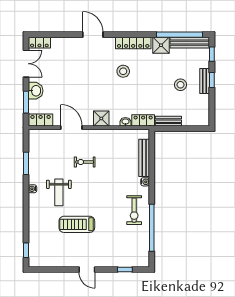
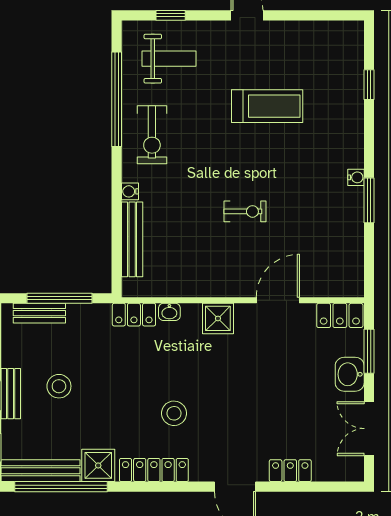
locker: (39, 43) -> (290, 471), moved
bench: (168, 121) -> (39, 313), moved
door: (71, 128) -> (278, 300), swing flipped
window: (180, 129) -> (59, 298), added
exercise bike: (85, 162) -> (245, 211), moved
window: (26, 163) -> (369, 200), moved
weight bench: (59, 192) -> (169, 59), moved, turned 90
exercise bike: (134, 210) -> (152, 135), turned 180
window: (26, 250) -> (369, 85), moved

